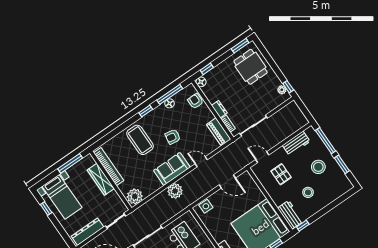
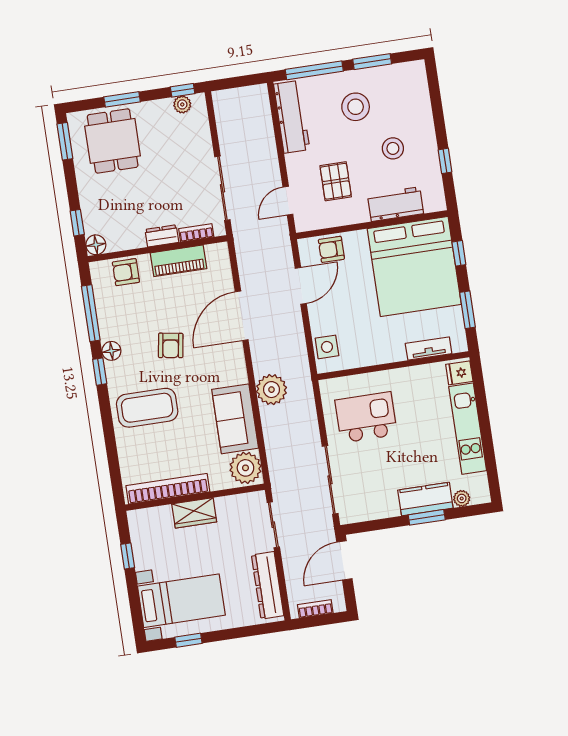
window: (271, 62) -> (122, 99), added
dining table: (251, 67) -> (113, 141), turned 90
floor lamp: (169, 103) -> (111, 351), moved
piano: (219, 132) -> (178, 261), moved
workbench: (296, 143) -> (292, 117), width x1.37
door: (201, 162) -> (242, 316), width x1.88
window: (70, 163) -> (128, 556), width x0.46
sofa: (172, 169) -> (235, 419), moved
pallet: (281, 174) -> (336, 181), turned 90
wardrobe: (101, 179) -> (194, 513), width x0.67
armchair: (250, 187) -> (331, 249), added
workbench: (290, 215) -> (395, 204), moved
window: (303, 226) -> (445, 161), moved

